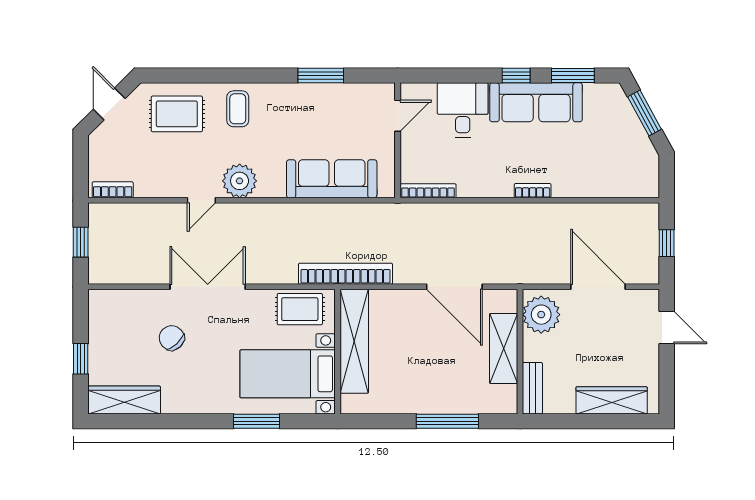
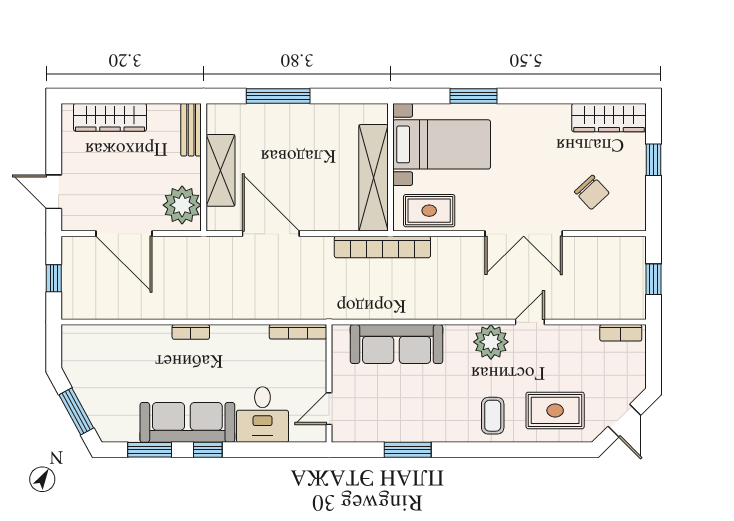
chair: (172, 338) -> (592, 192), moved

